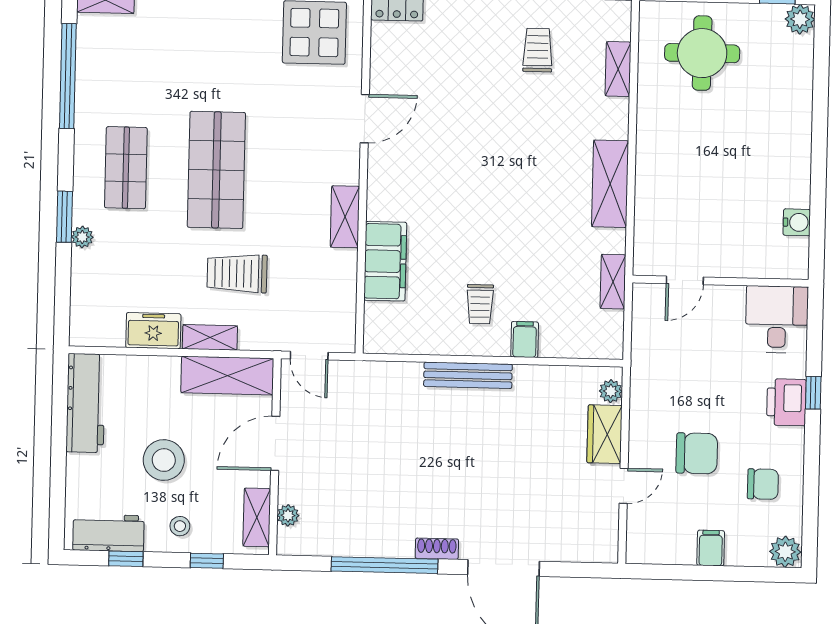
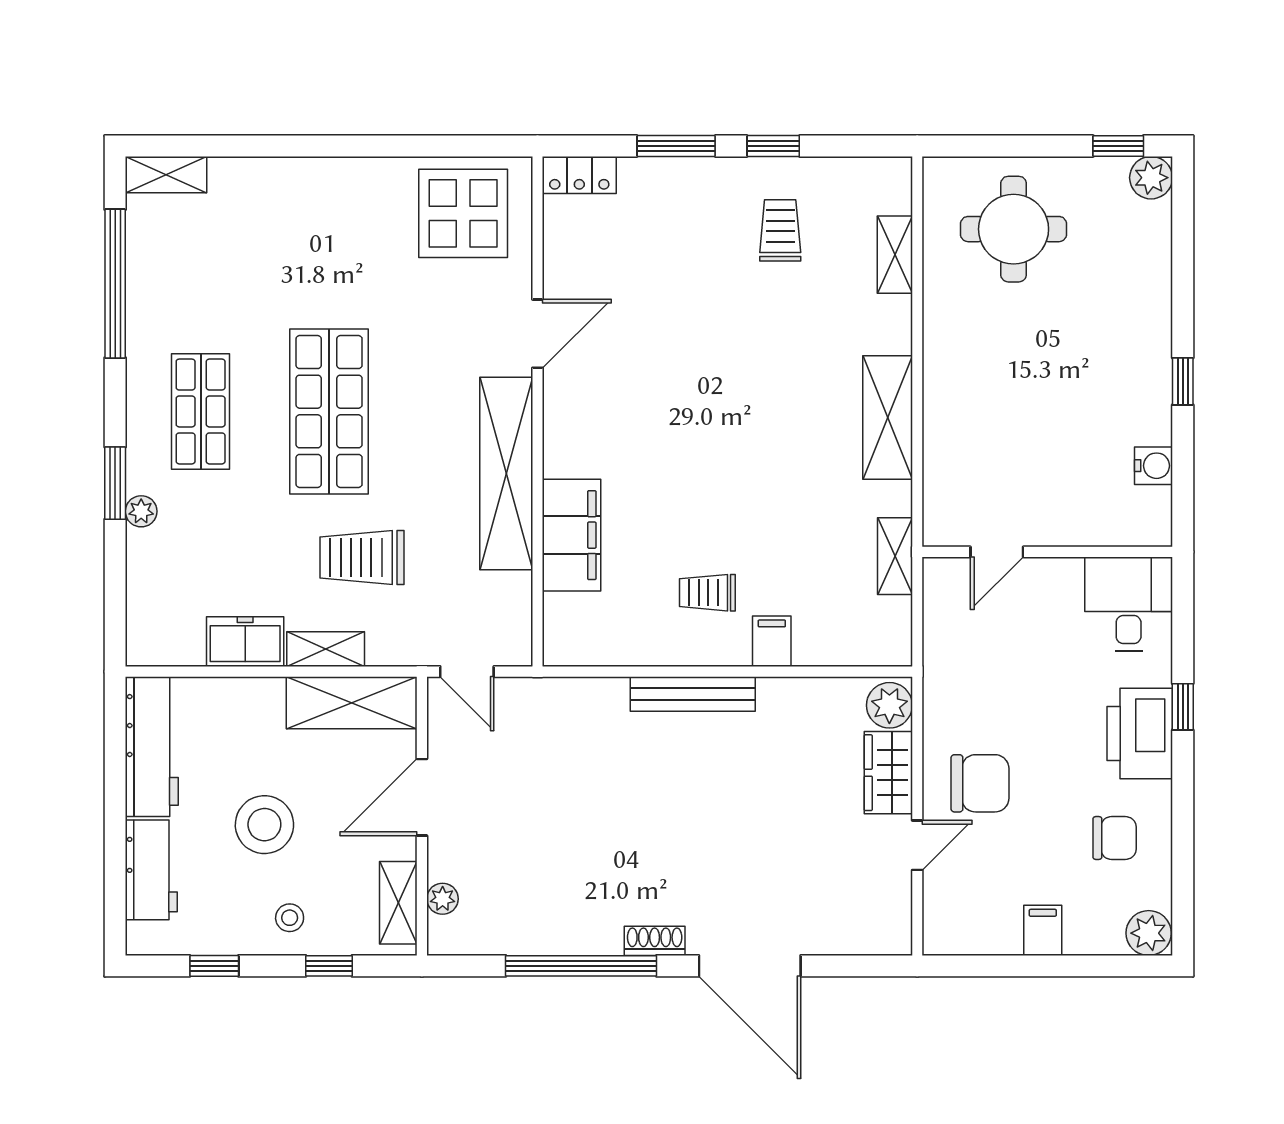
window: (819, 163) -> (1183, 381), added
shelving: (345, 217) -> (506, 473), width x2.20, depth x1.33
trolley: (480, 304) -> (707, 593), turned 90
plant: (611, 391) -> (889, 705), width x1.38, depth x1.38
printer: (786, 402) -> (1140, 733), width x1.37, depth x1.19
chair: (697, 453) -> (980, 783), moved
workbench: (108, 533) -> (151, 870), moved, turned 90

